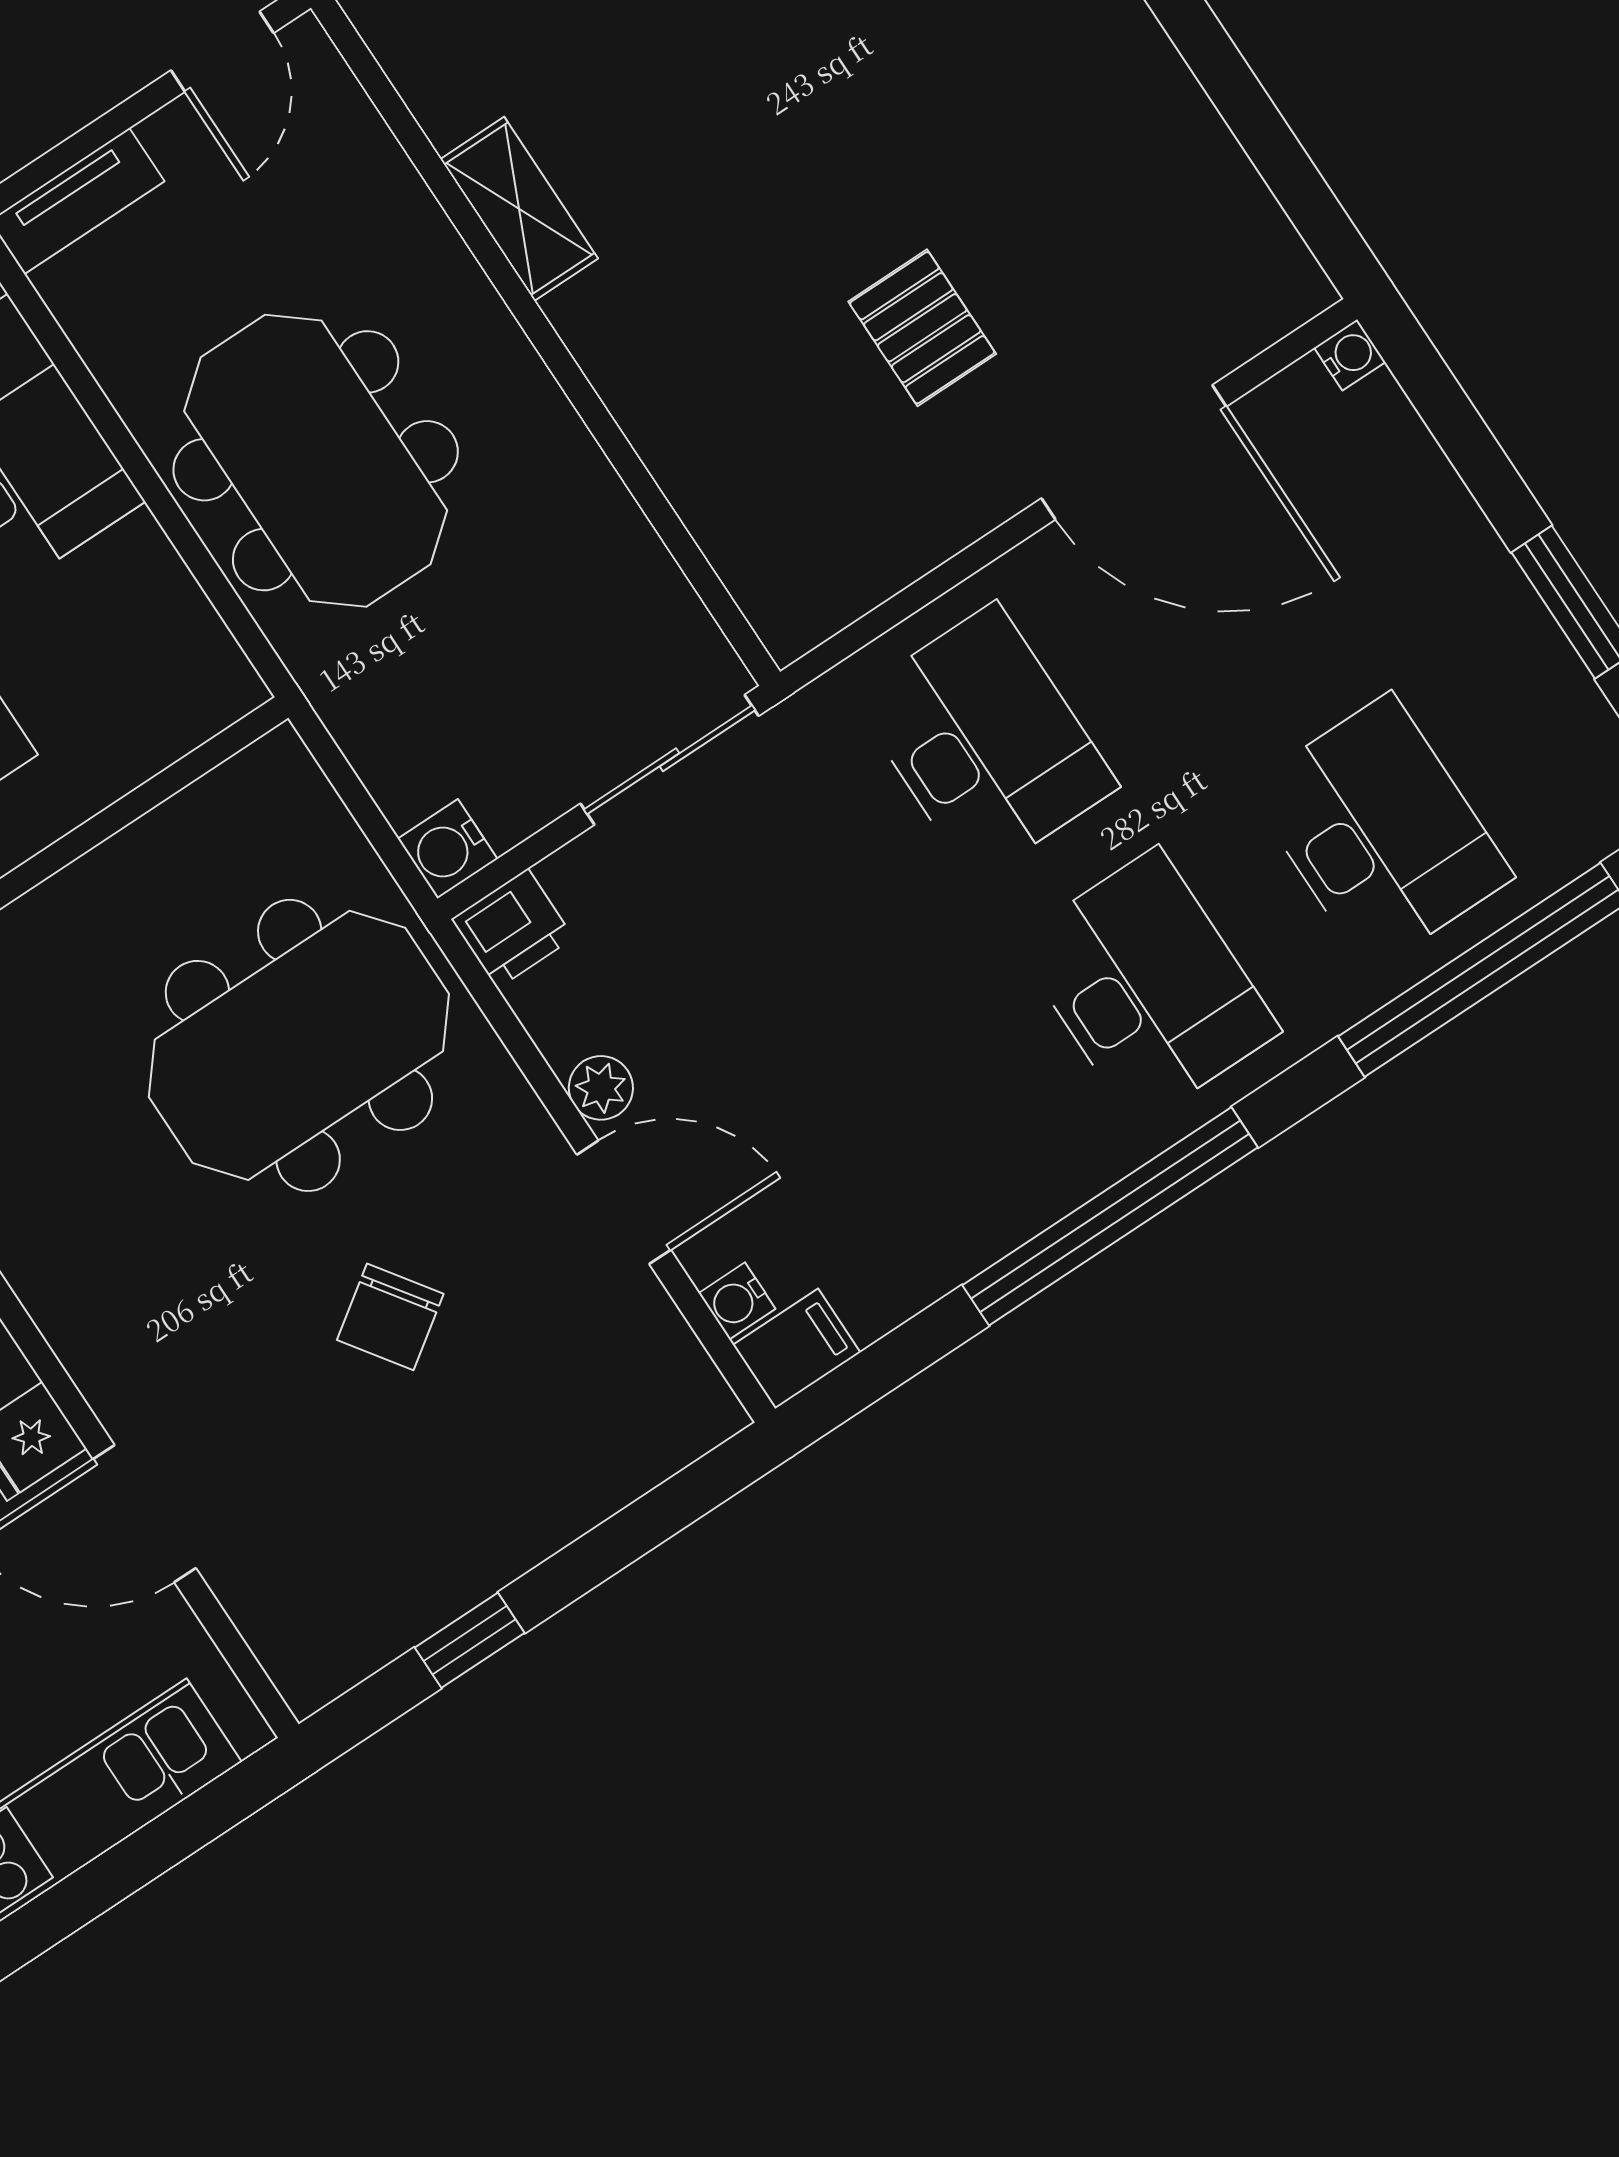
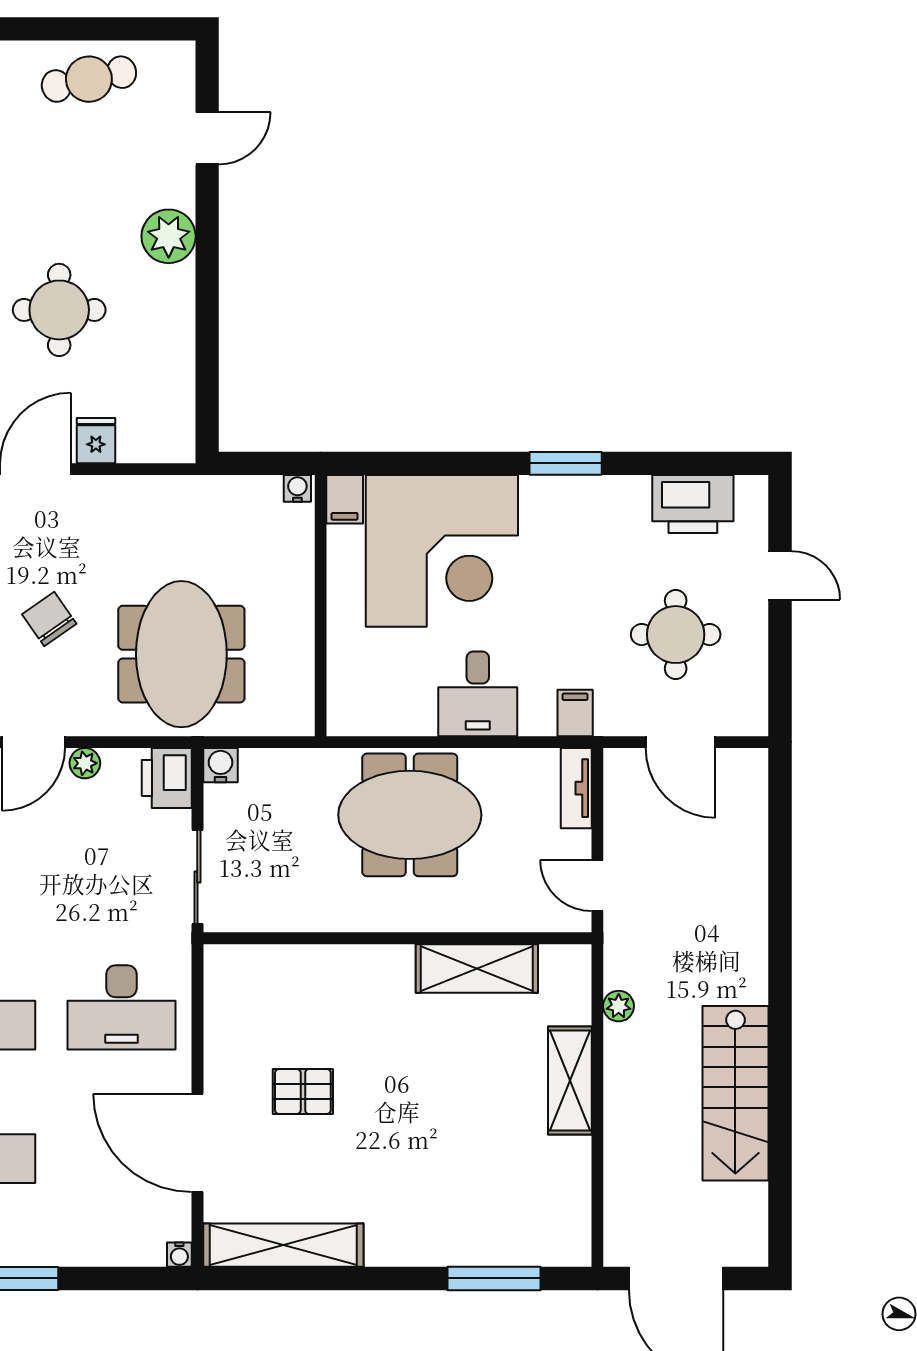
shelving: (1213, 184) -> (283, 1245), added
shelving: (519, 209) -> (477, 968), width x1.50, depth x1.33
door: (1134, 452) -> (197, 1143), hinge flipped
printer: (512, 928) -> (167, 778), width x1.36, depth x1.24

